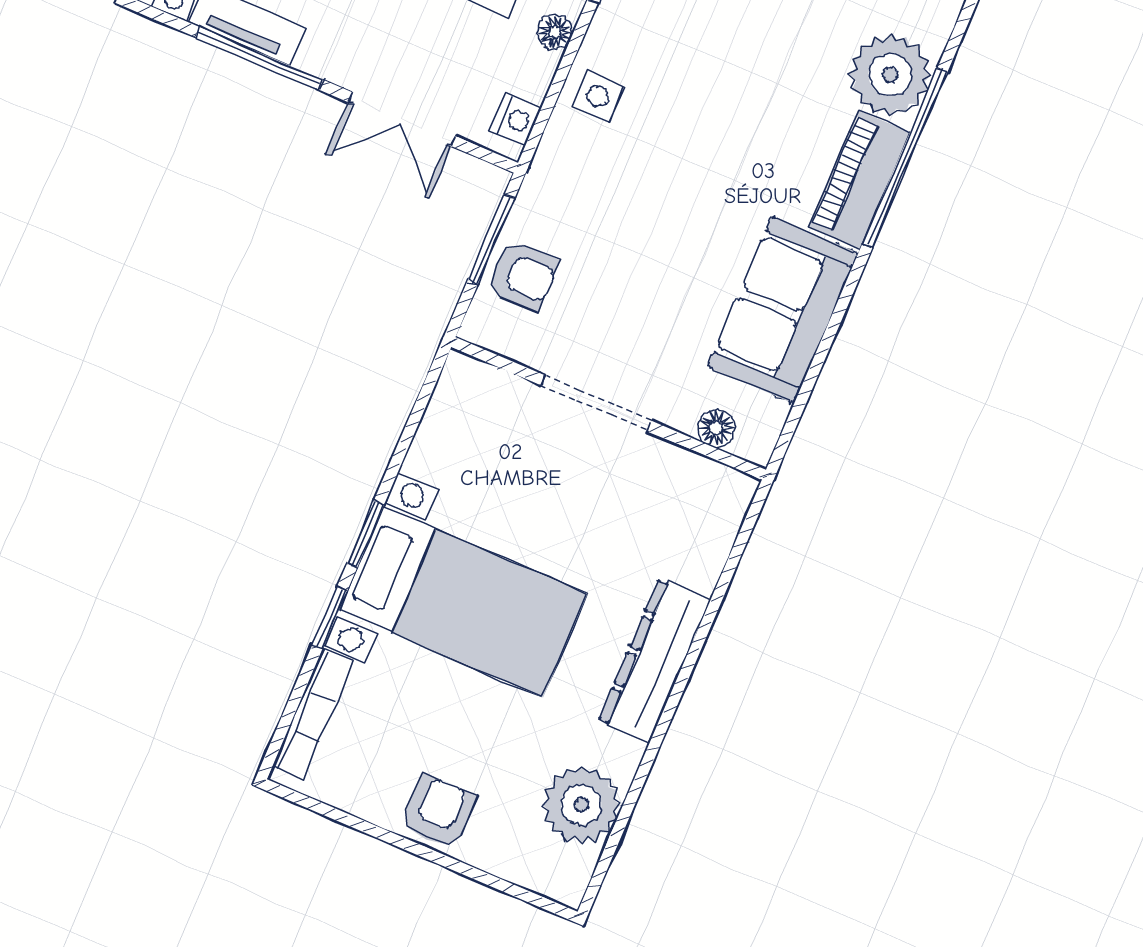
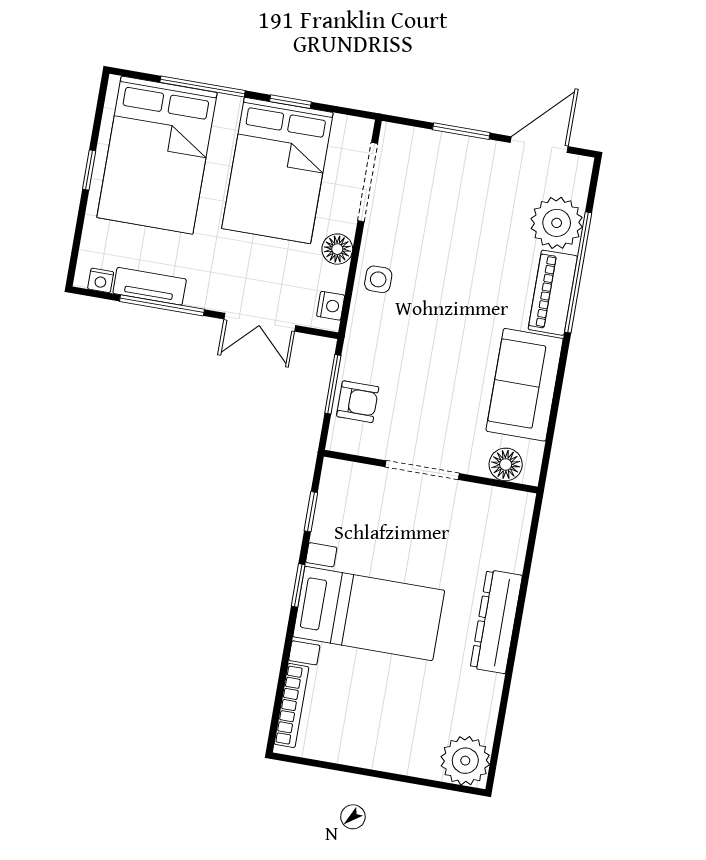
floor lamp: (555, 32) -> (337, 249), width x1.37, depth x1.37
floor lamp: (716, 428) -> (506, 464), width x1.37, depth x1.37
window: (330, 618) -> (311, 512), moved
plant: (581, 805) -> (465, 761), moved
armchair: (438, 812) -> (384, 747), removed

